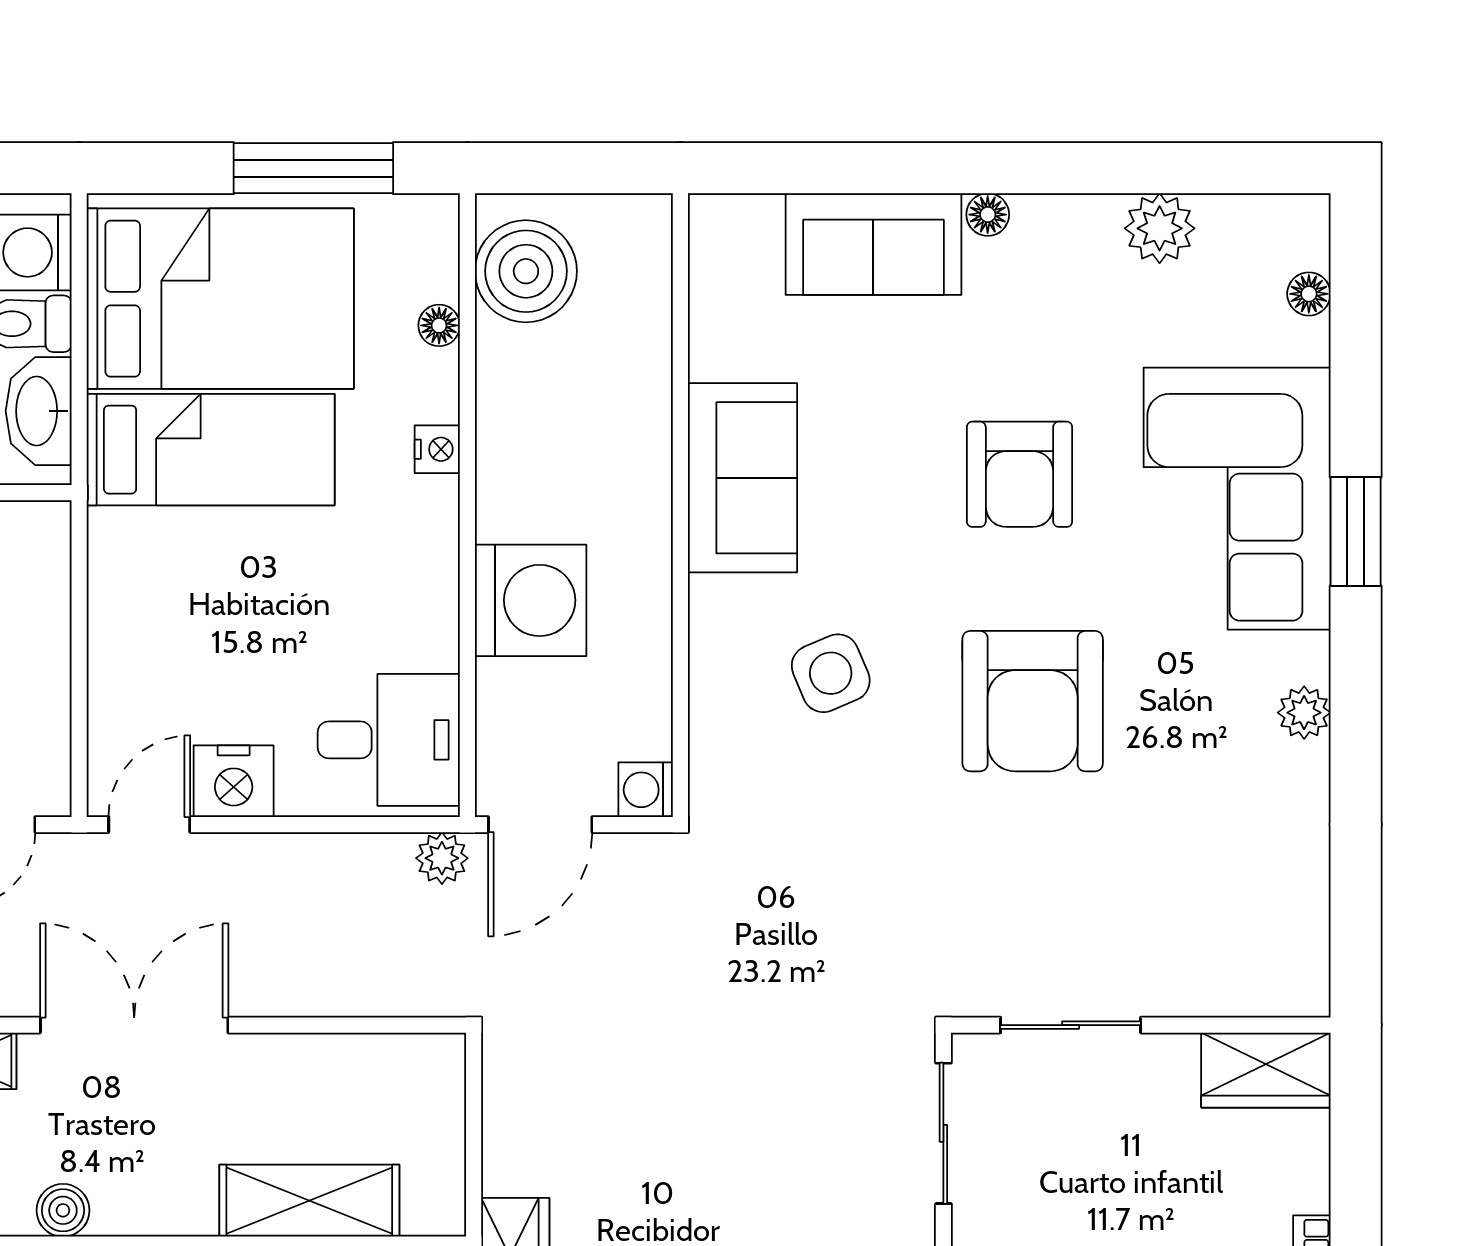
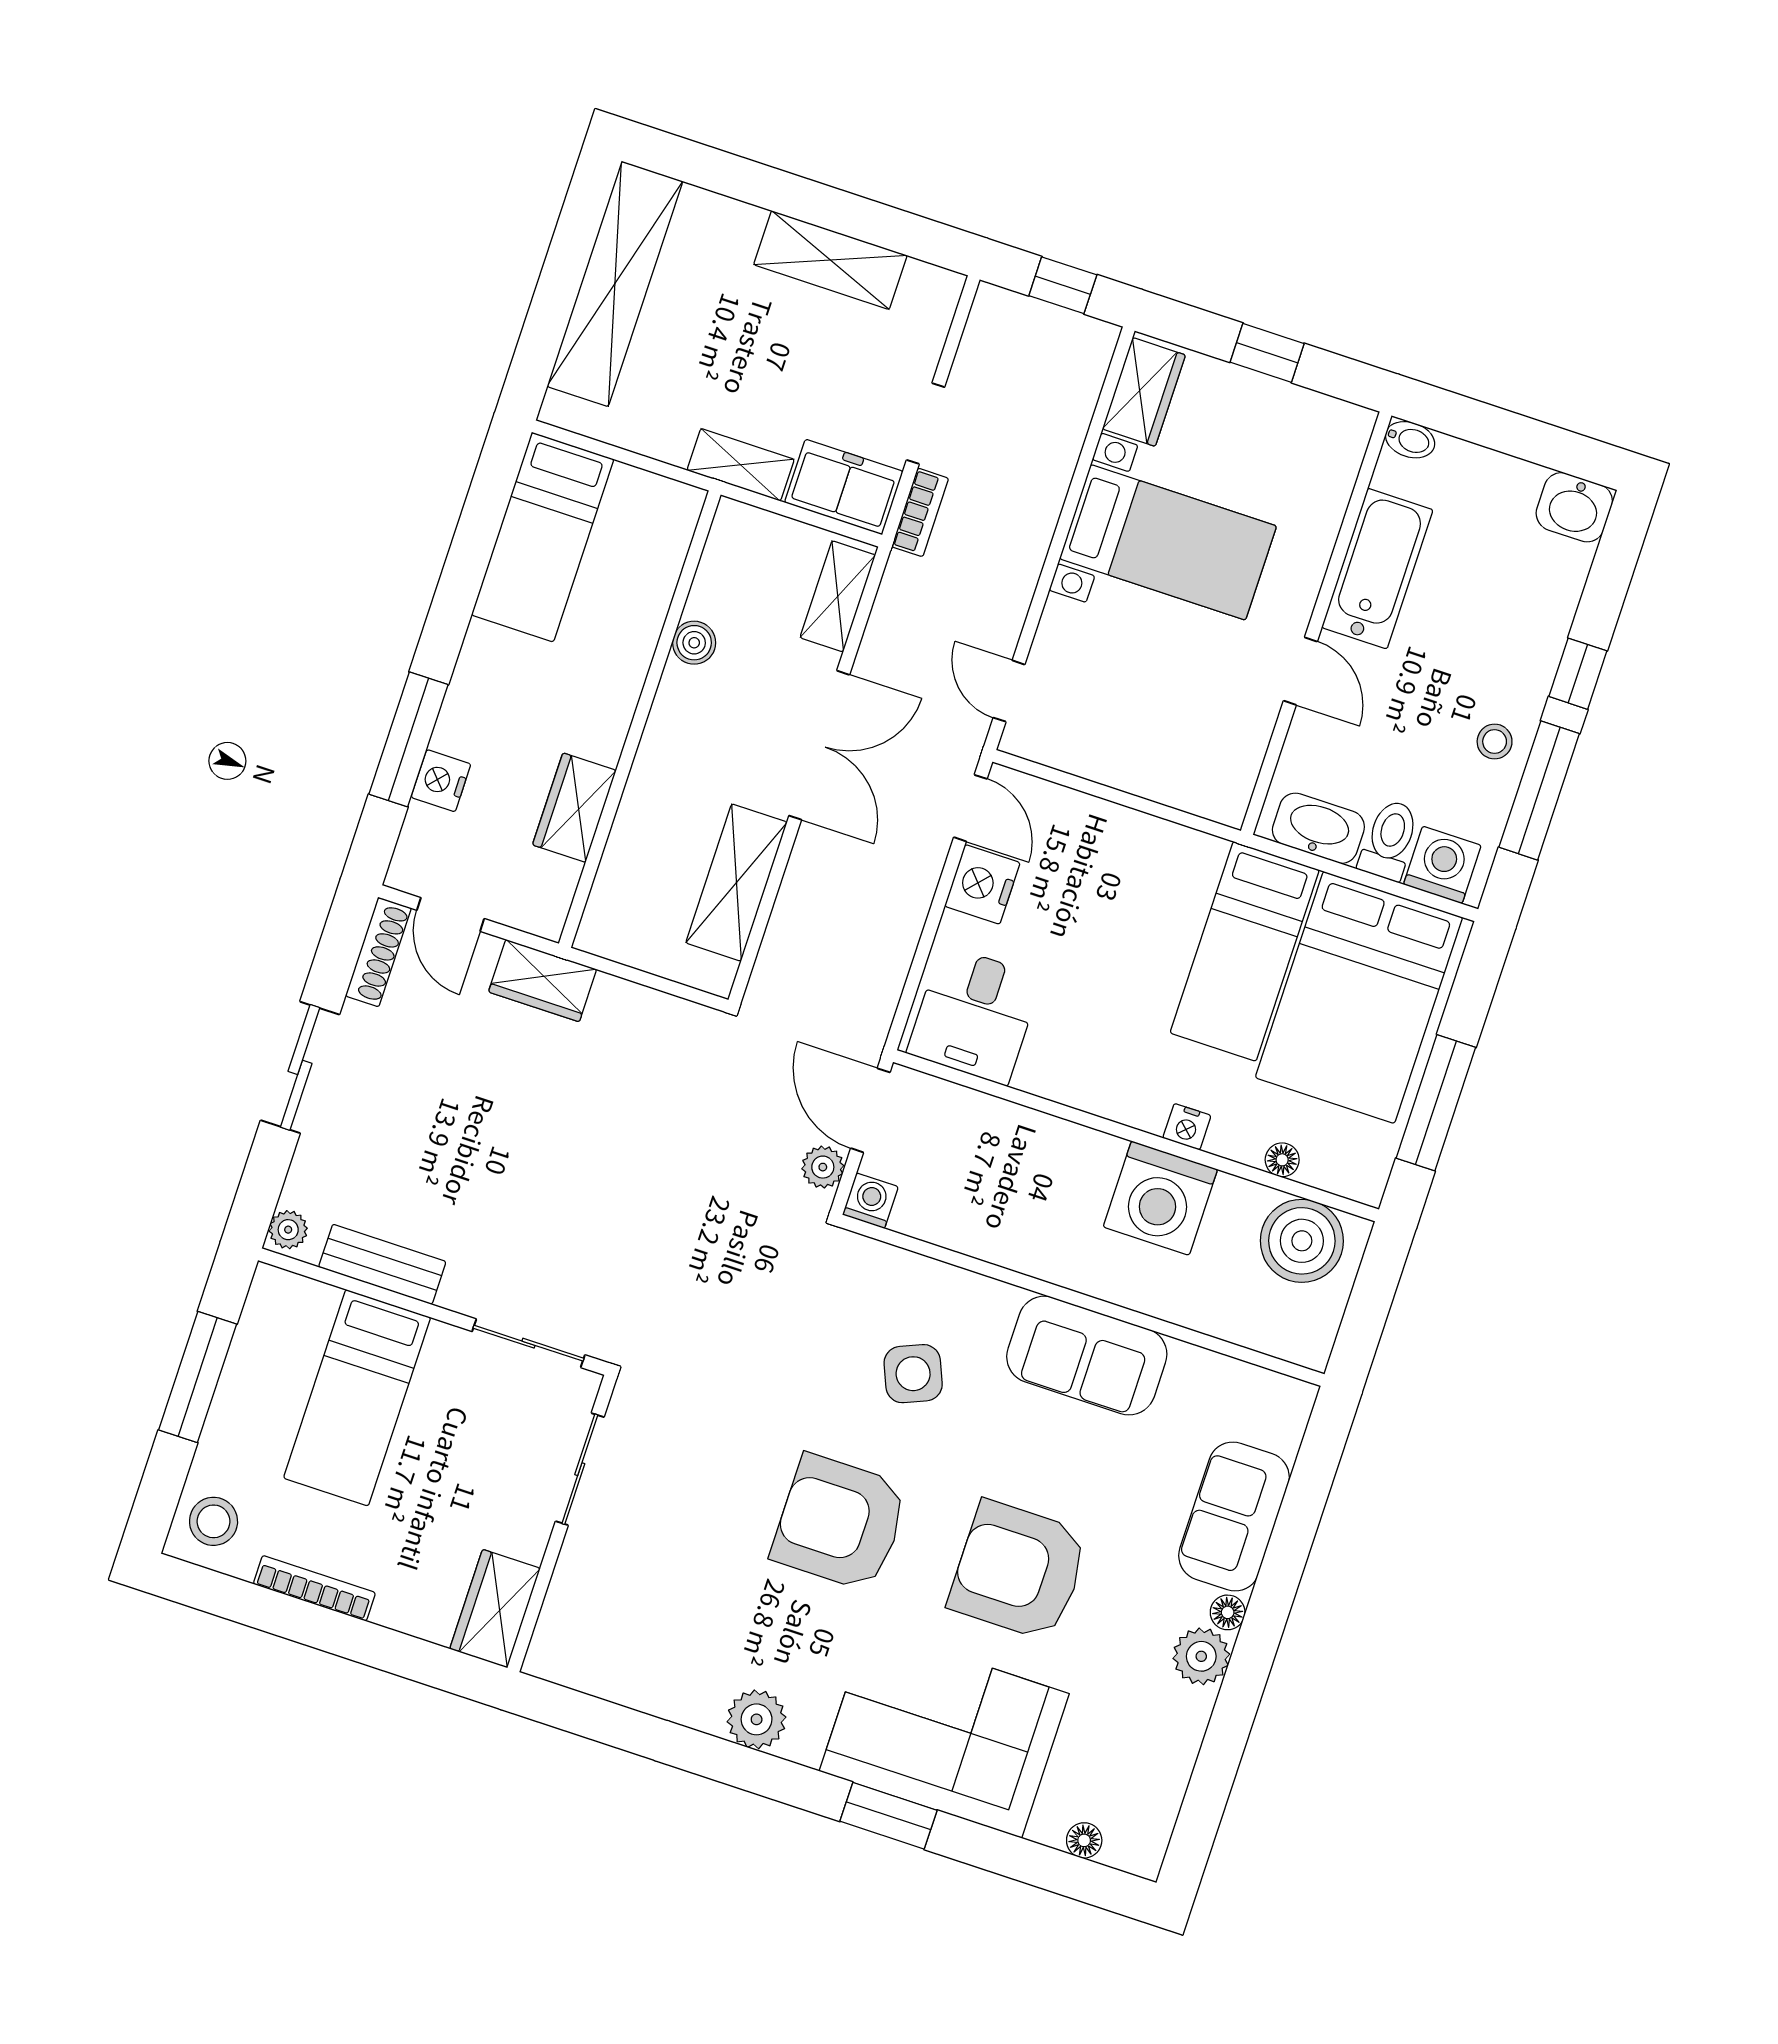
plant: (1160, 228) -> (1201, 1656), moved
armchair: (1019, 474) -> (1019, 1571), width x1.36, depth x1.36
washing machine: (531, 600) -> (1160, 1198), moved
plant: (1304, 713) -> (757, 1719), width x1.38, depth x1.38
plant: (442, 858) -> (823, 1167), moved
shelving: (309, 1201) -> (736, 883), moved

